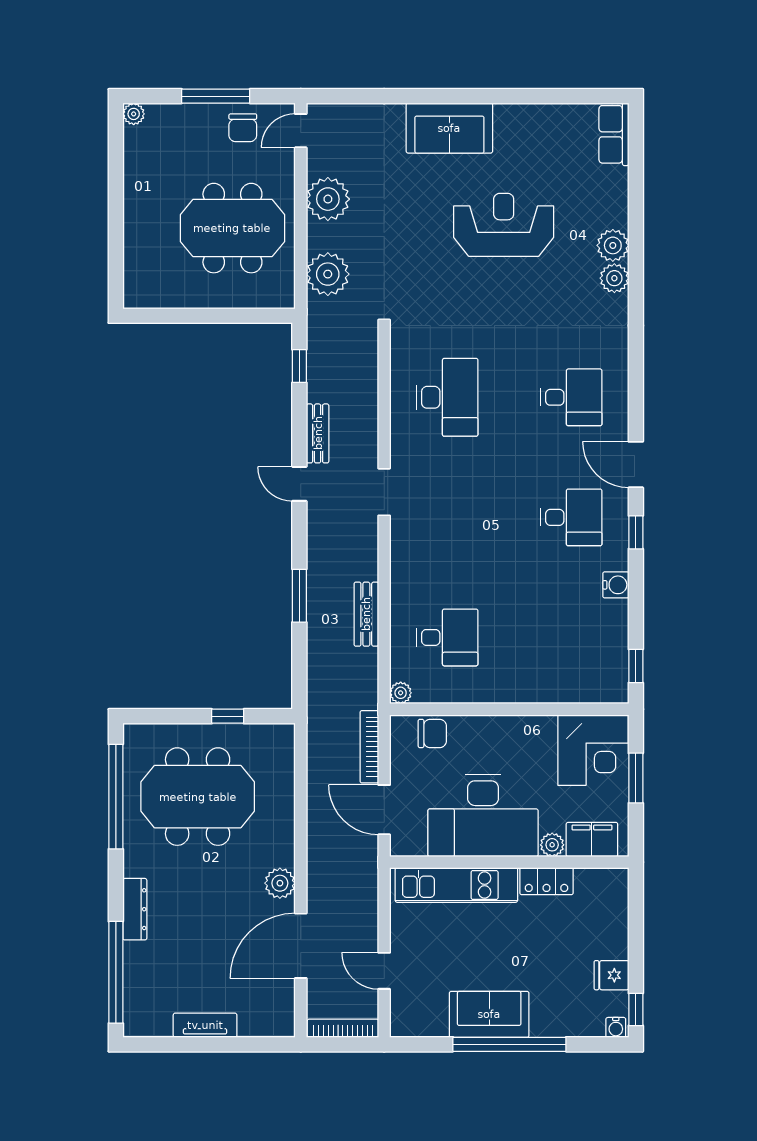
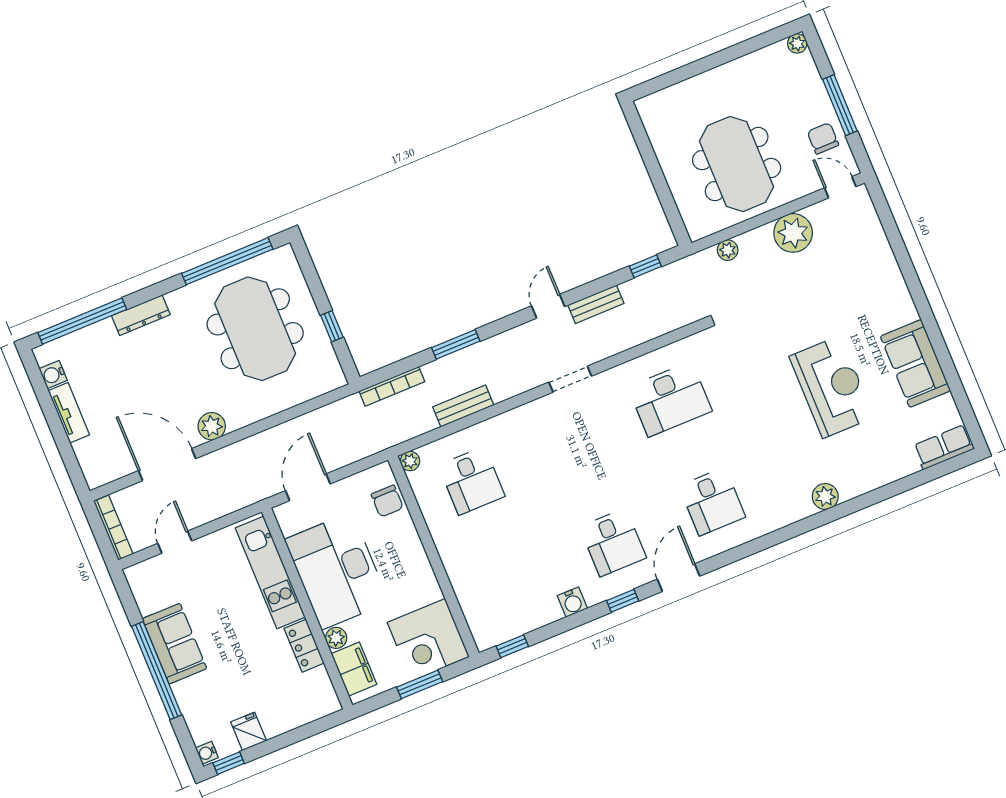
chair: (243, 128) -> (823, 138), turned 90
sofa: (449, 128) -> (915, 363), moved
plant: (613, 245) -> (852, 484), removed
plant: (328, 274) -> (728, 250), width x0.53, depth x0.53
bookcase: (369, 747) -> (392, 386), moved, turned 180
water cooler: (159, 1025) -> (53, 375), added

